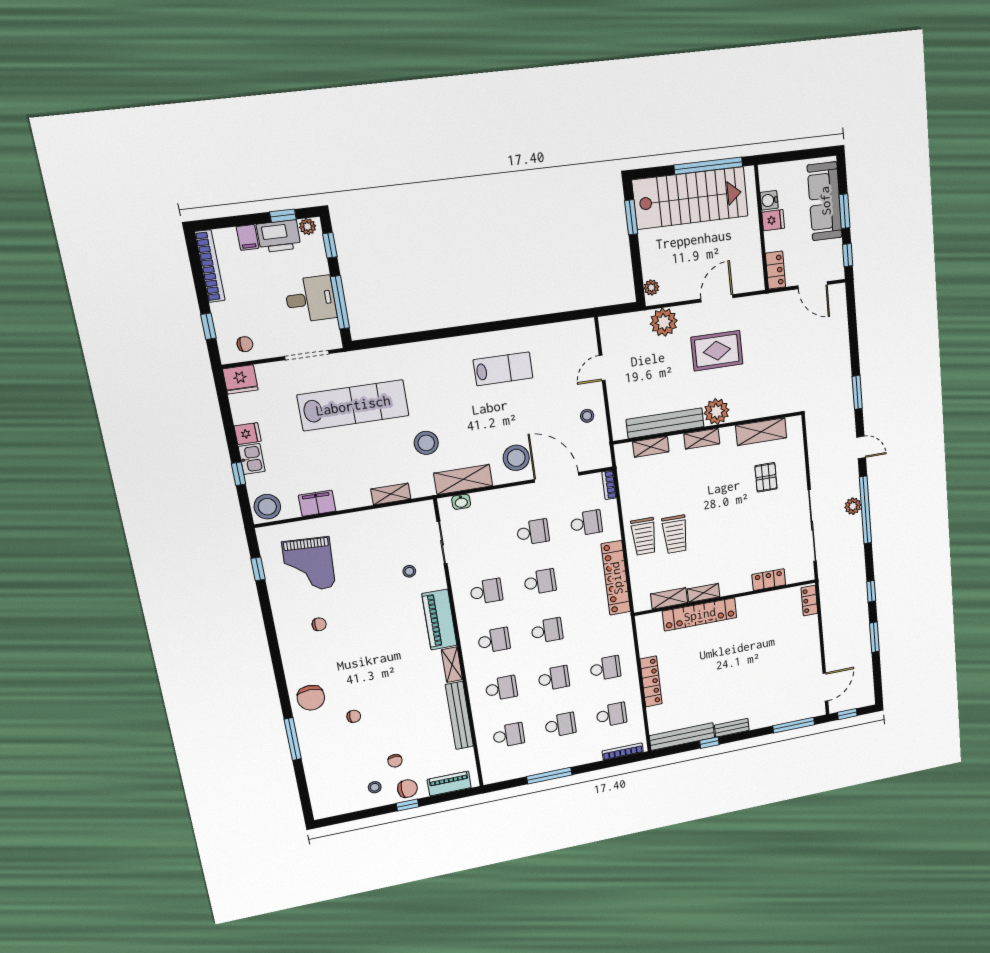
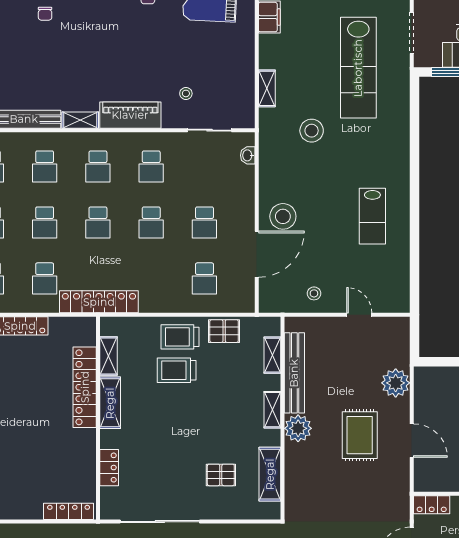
plant: (651, 287) -> (431, 374), removed
shelving: (463, 479) -> (270, 161), removed
bookcase: (609, 485) -> (240, 307), removed
pallet: (634, 496) -> (224, 331), added
locker: (616, 578) -> (99, 302), moved
shelving: (704, 593) -> (110, 403), width x1.50, depth x1.33
locker: (809, 601) -> (69, 511), width x1.53

